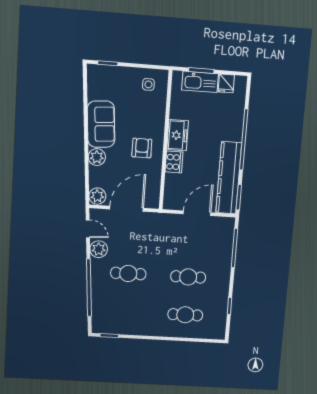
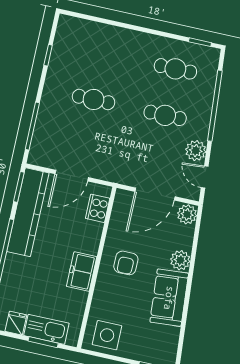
side table: (148, 84) -> (107, 335), width x1.87, depth x1.87
cooker: (174, 162) -> (98, 208), moved
cafe table: (185, 315) -> (175, 69), moved

